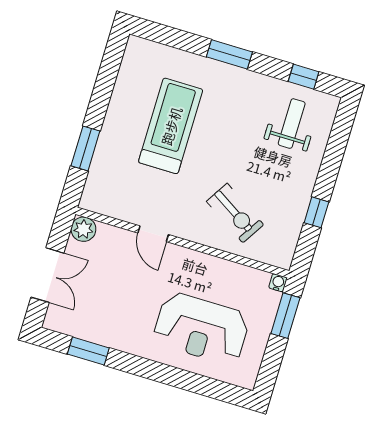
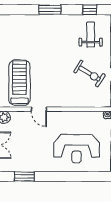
treadmill: (171, 126) -> (19, 83), moved
exercise bike: (235, 213) -> (89, 74), moved

